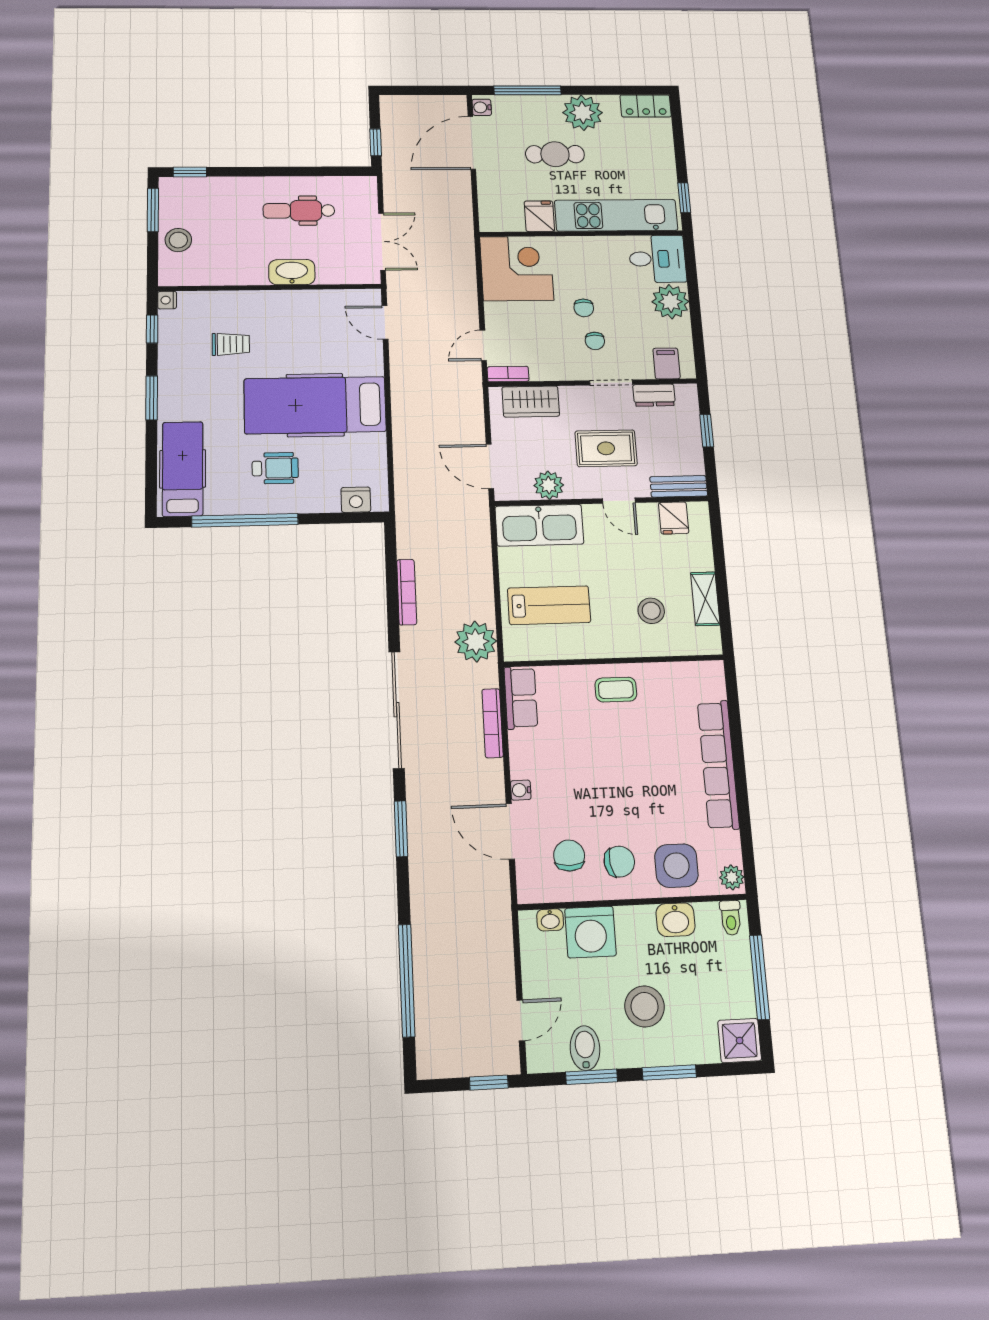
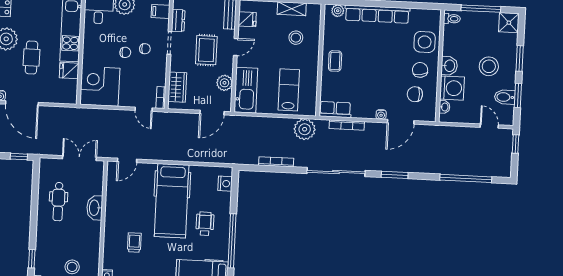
plant: (732, 877) -> (338, 11), moved
washbasin: (676, 920) -> (449, 66), moved

